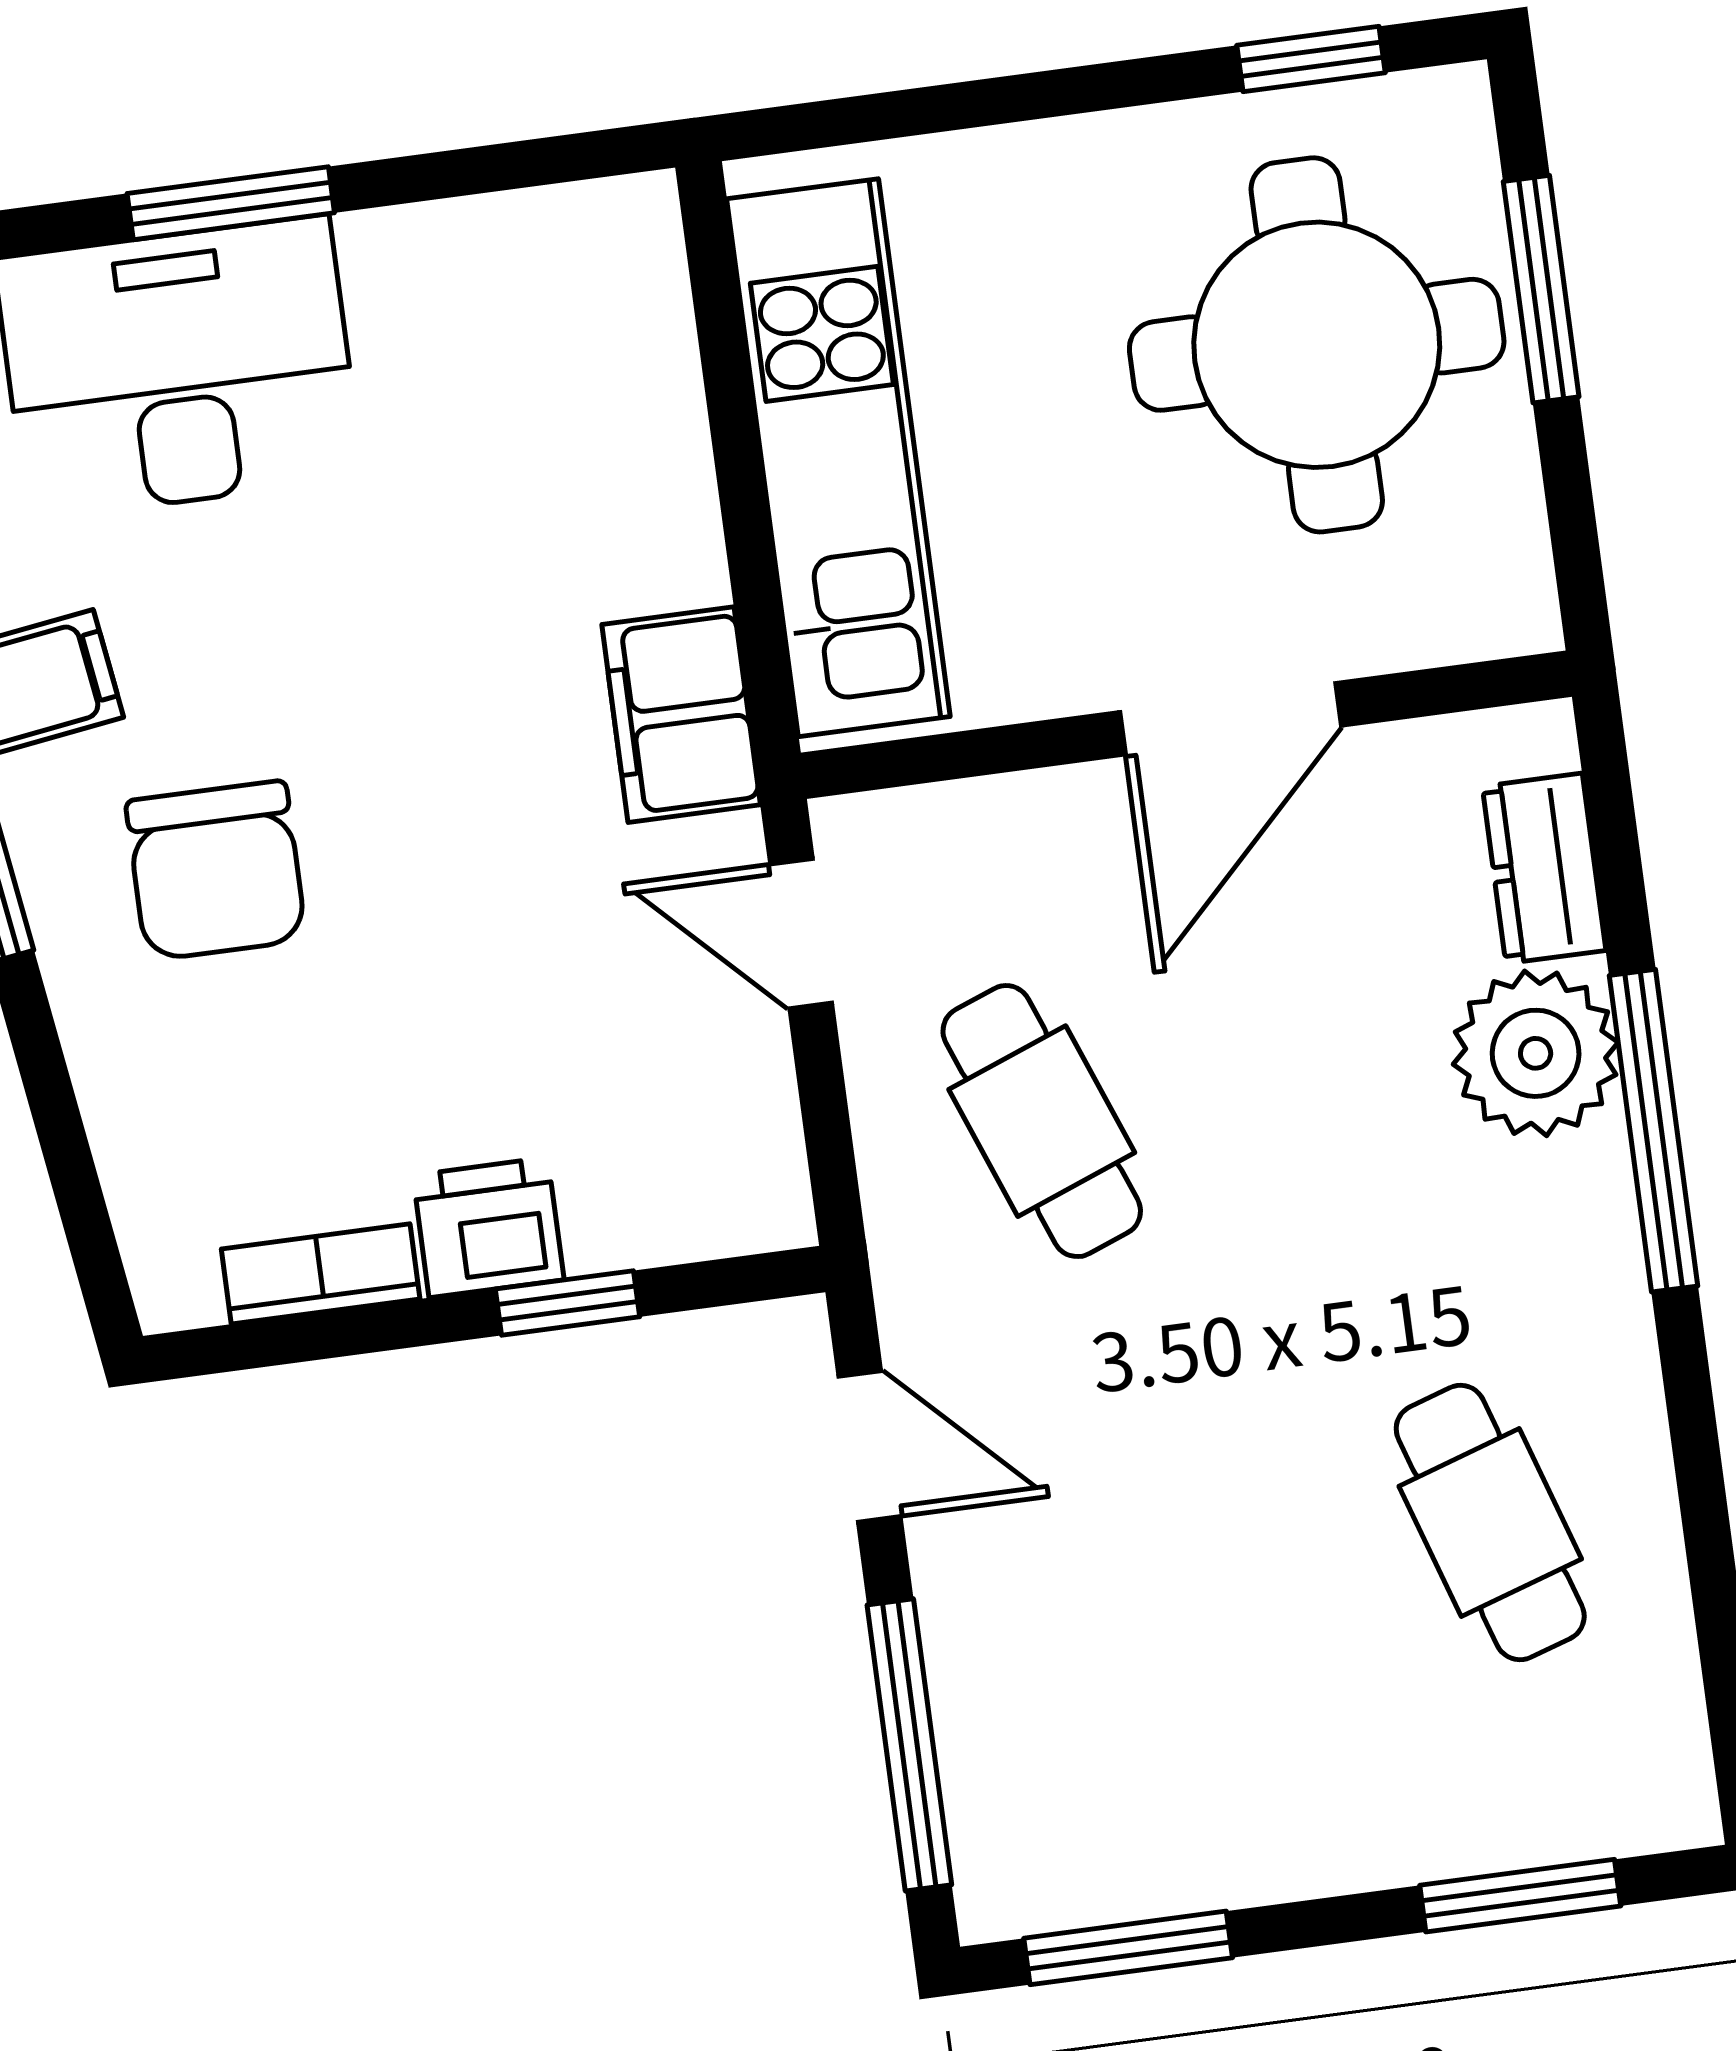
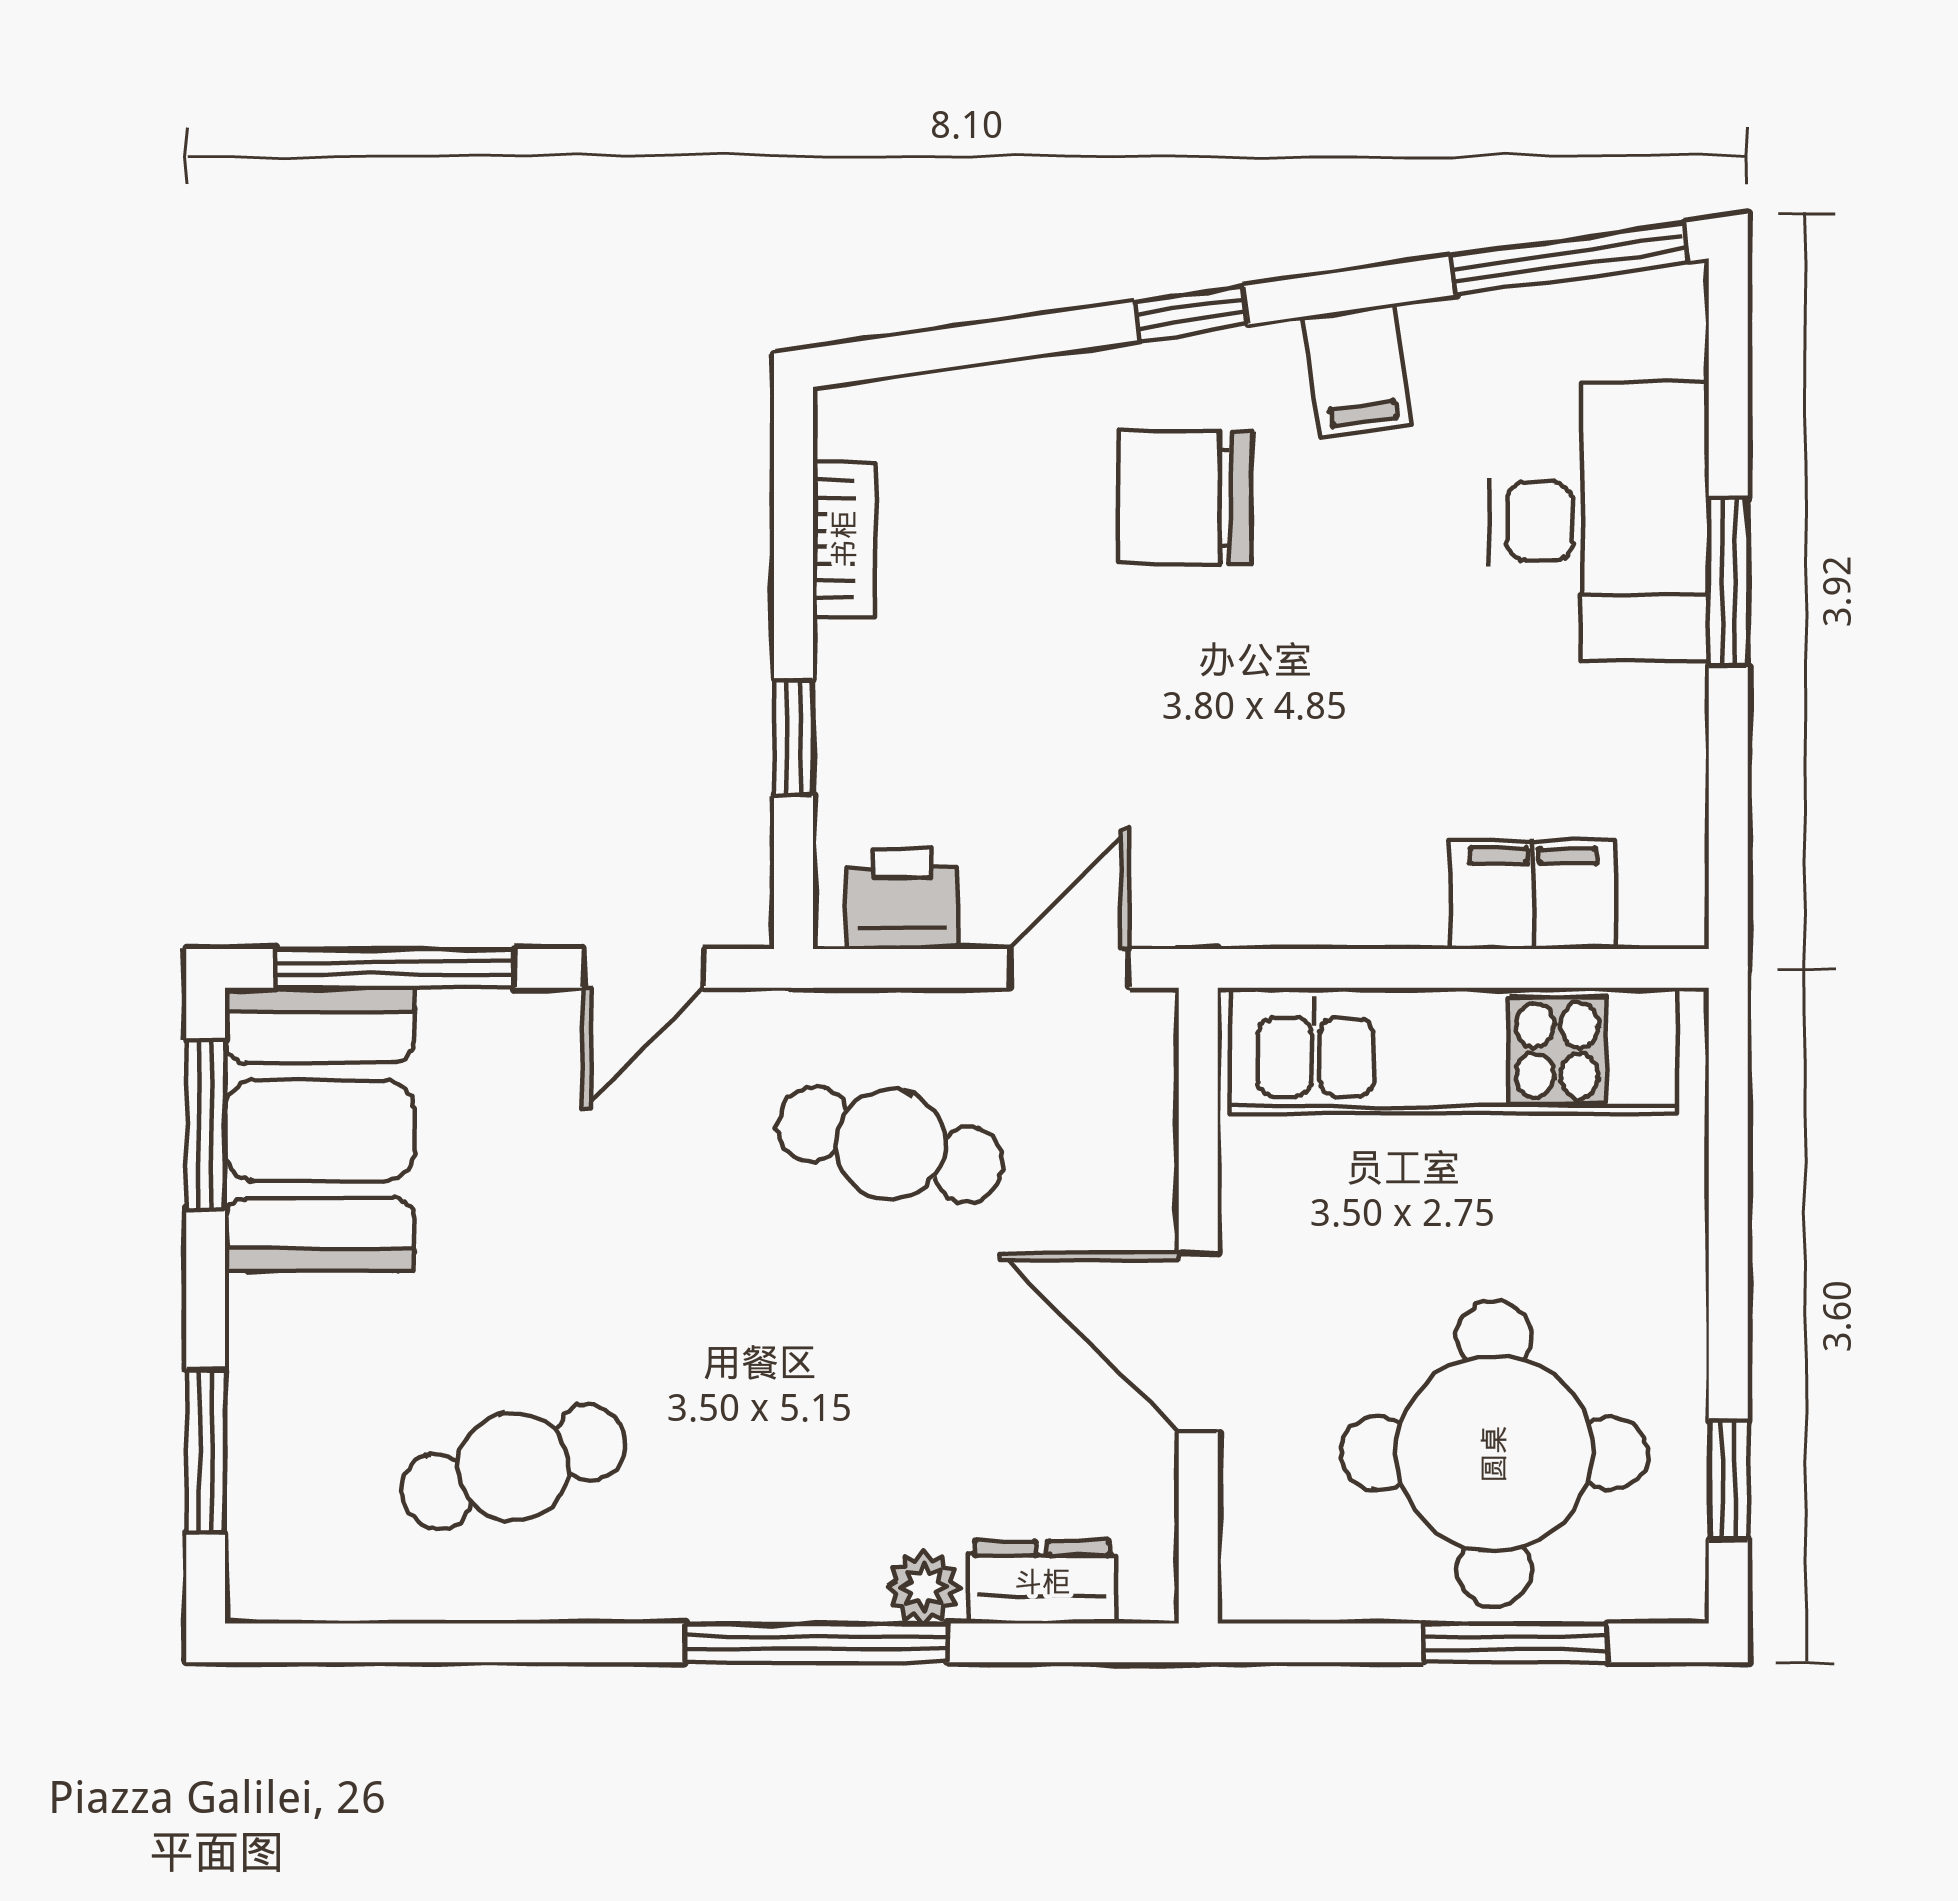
filing cabinet: (681, 715) -> (1533, 894), moved
plant: (1536, 1053) -> (924, 1587), width x0.53, depth x0.53
cafe table: (1042, 1121) -> (890, 1144), turned 36
printer: (488, 1227) -> (902, 898), moved, turned -90
booth: (1117, 1810) -> (319, 1130), added

